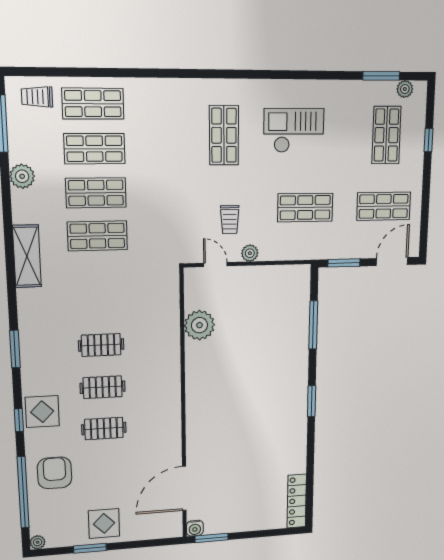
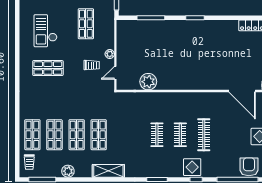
clothes rail: (104, 429) -> (204, 135), width x1.36
armchair: (55, 473) -> (249, 167), moved, turned 90

